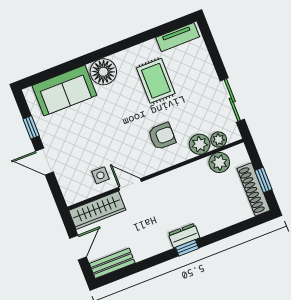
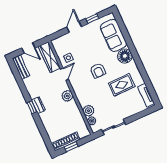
armchair: (162, 136) -> (98, 71), moved
plant: (219, 162) -> (67, 96), moved

